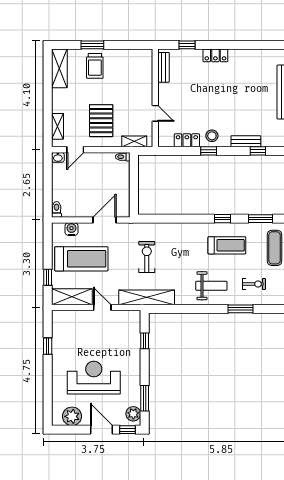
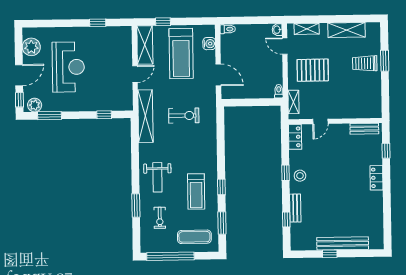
shelving: (59, 68) -> (347, 30), moved
locker: (187, 140) -> (295, 137), moved

